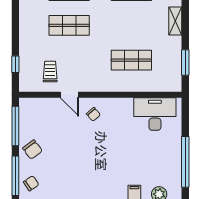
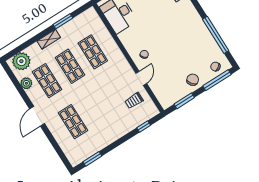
shop shelf: (69, 25) -> (70, 66), moved
window: (185, 62) -> (63, 21), moved
window: (15, 126) -> (184, 101), width x0.69

